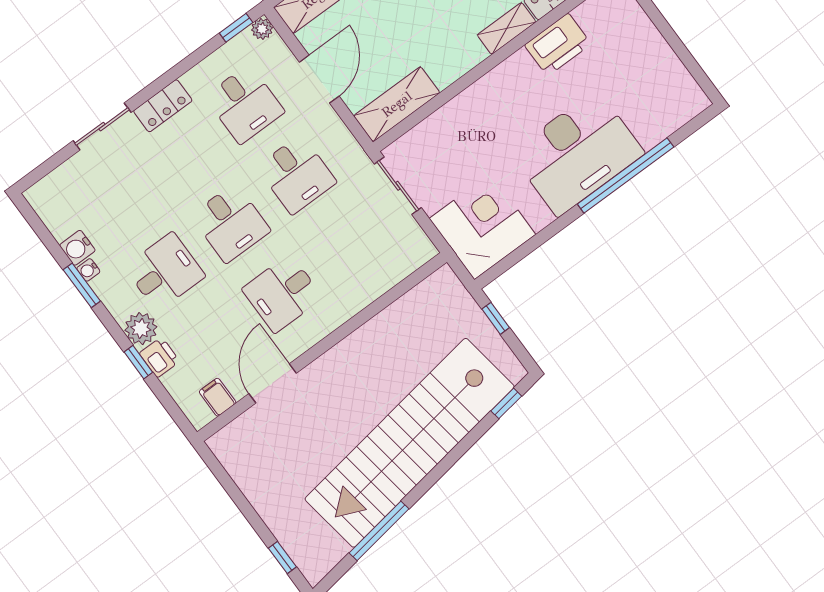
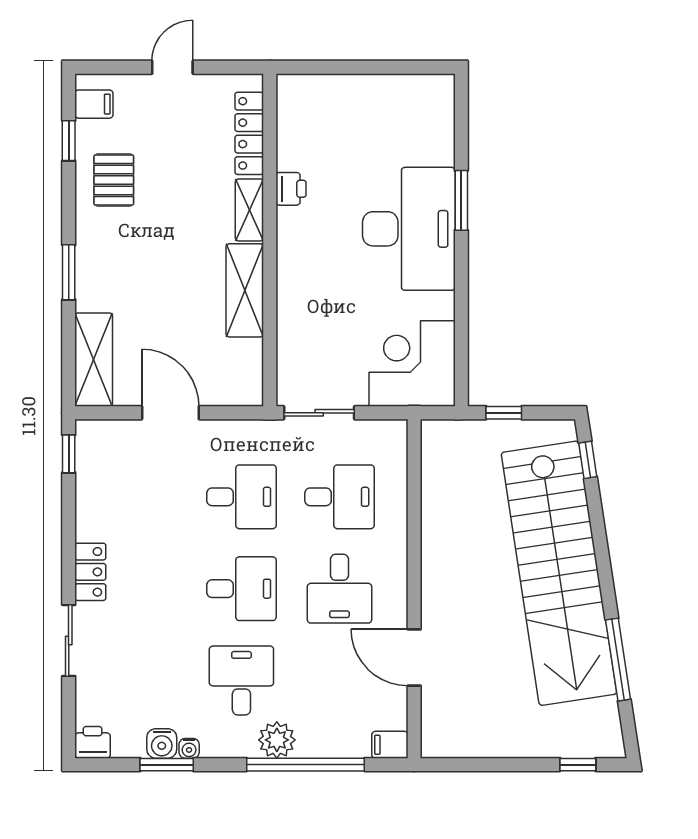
plant: (262, 29) -> (87, 431), removed
printer: (558, 45) -> (291, 189), width x0.53, depth x0.68
desk: (245, 104) -> (339, 497), moved
shelving: (397, 104) -> (245, 290), moved
window: (626, 175) -> (461, 200), width x0.47
window: (82, 285) -> (167, 765), moved
printer: (159, 357) -> (93, 742), moved
window: (138, 362) -> (306, 765), width x3.17
filing cabinet: (218, 397) -> (390, 745), moved

